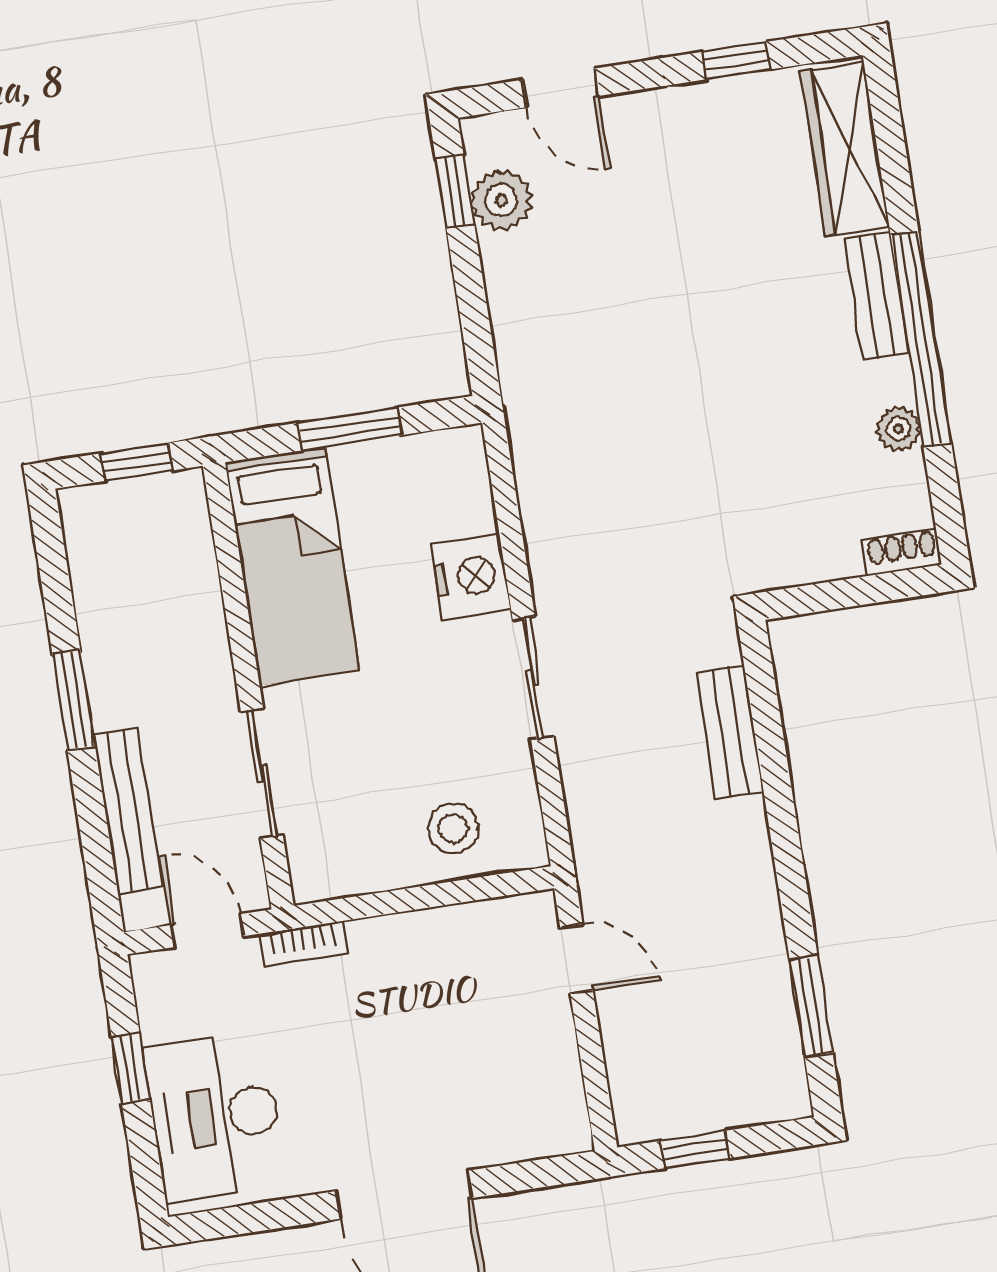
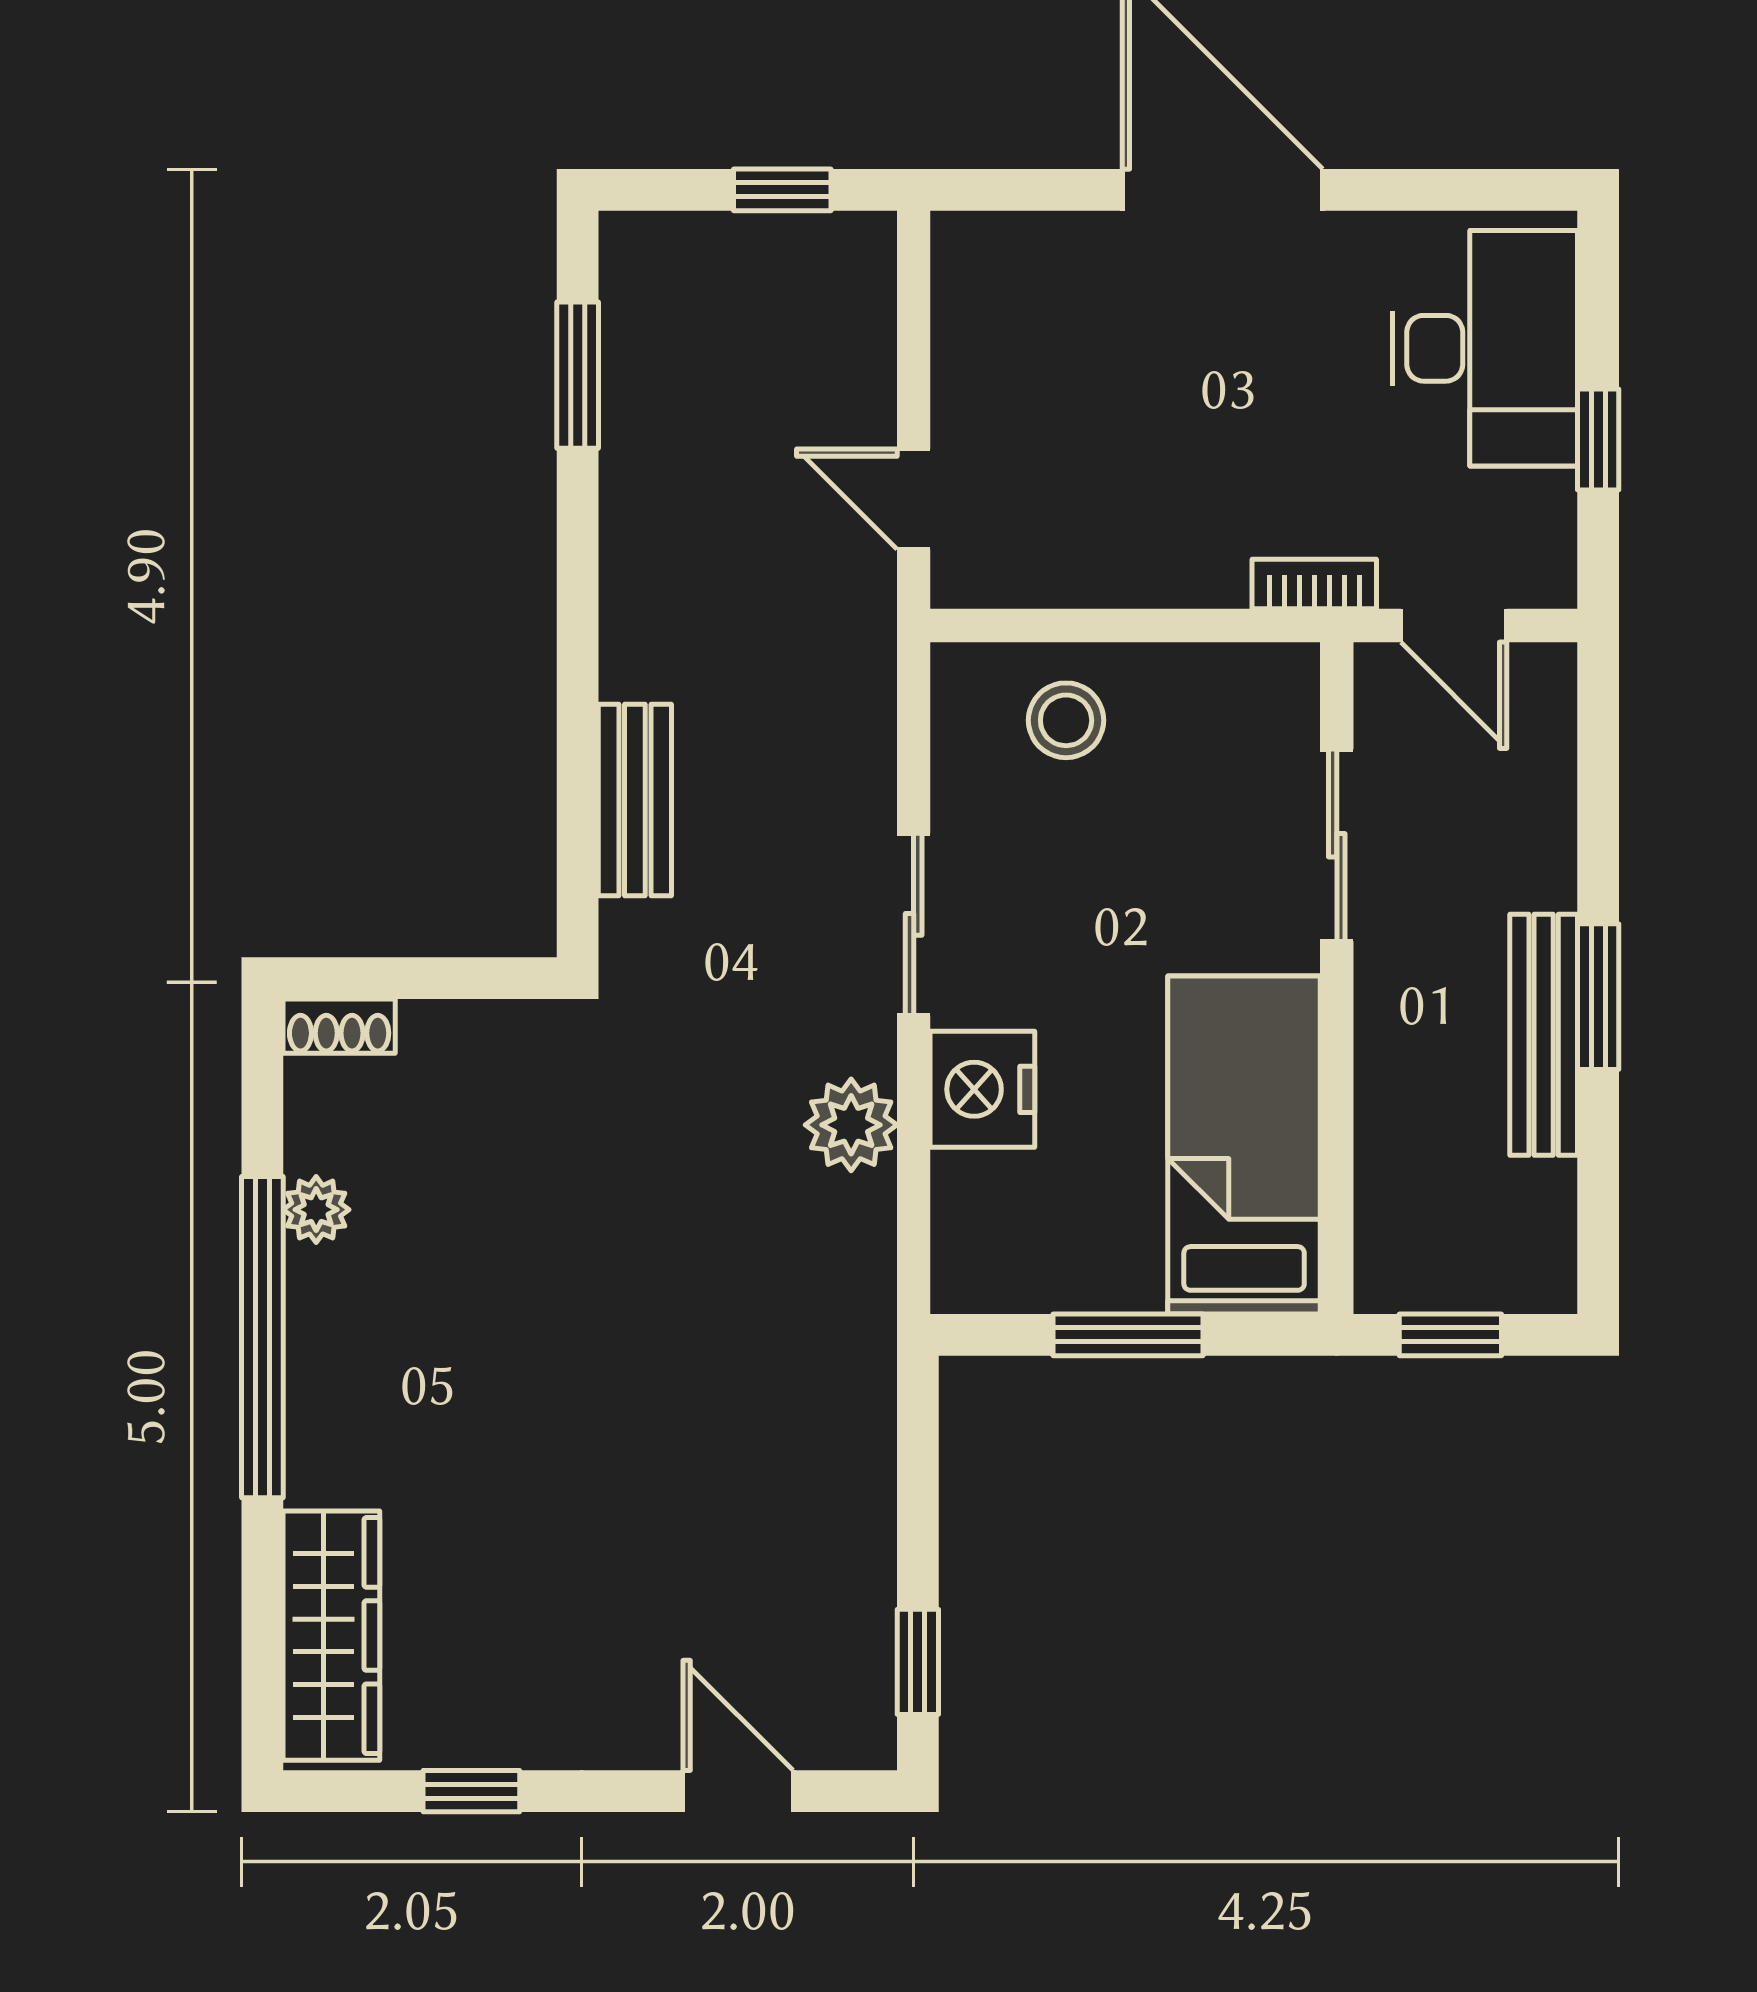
plant: (501, 200) -> (851, 1125), moved
bench: (876, 295) -> (318, 1412), removed
bench: (128, 811) -> (1544, 1035), moved

